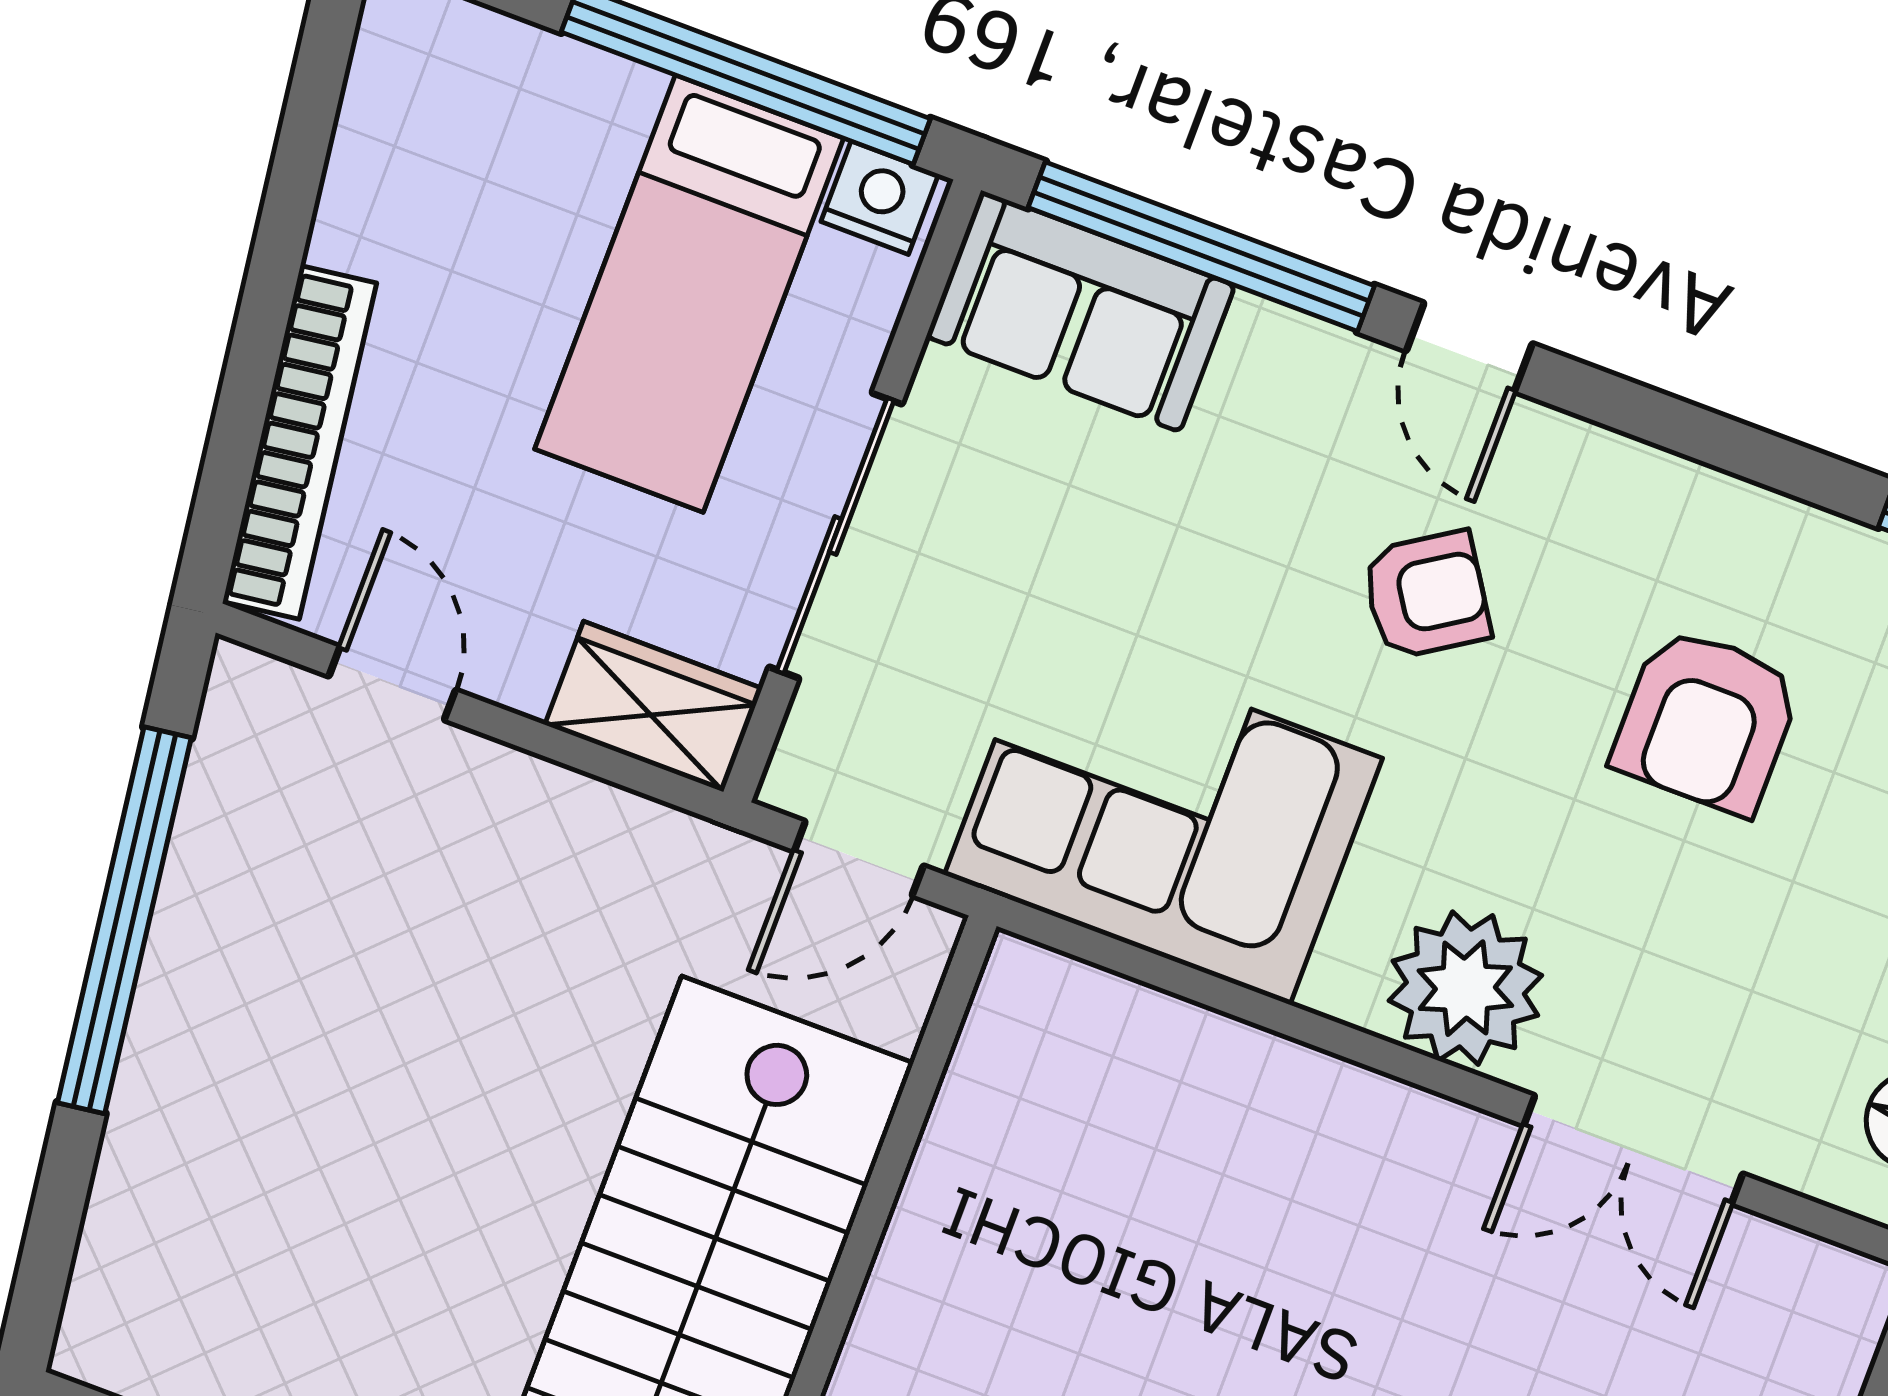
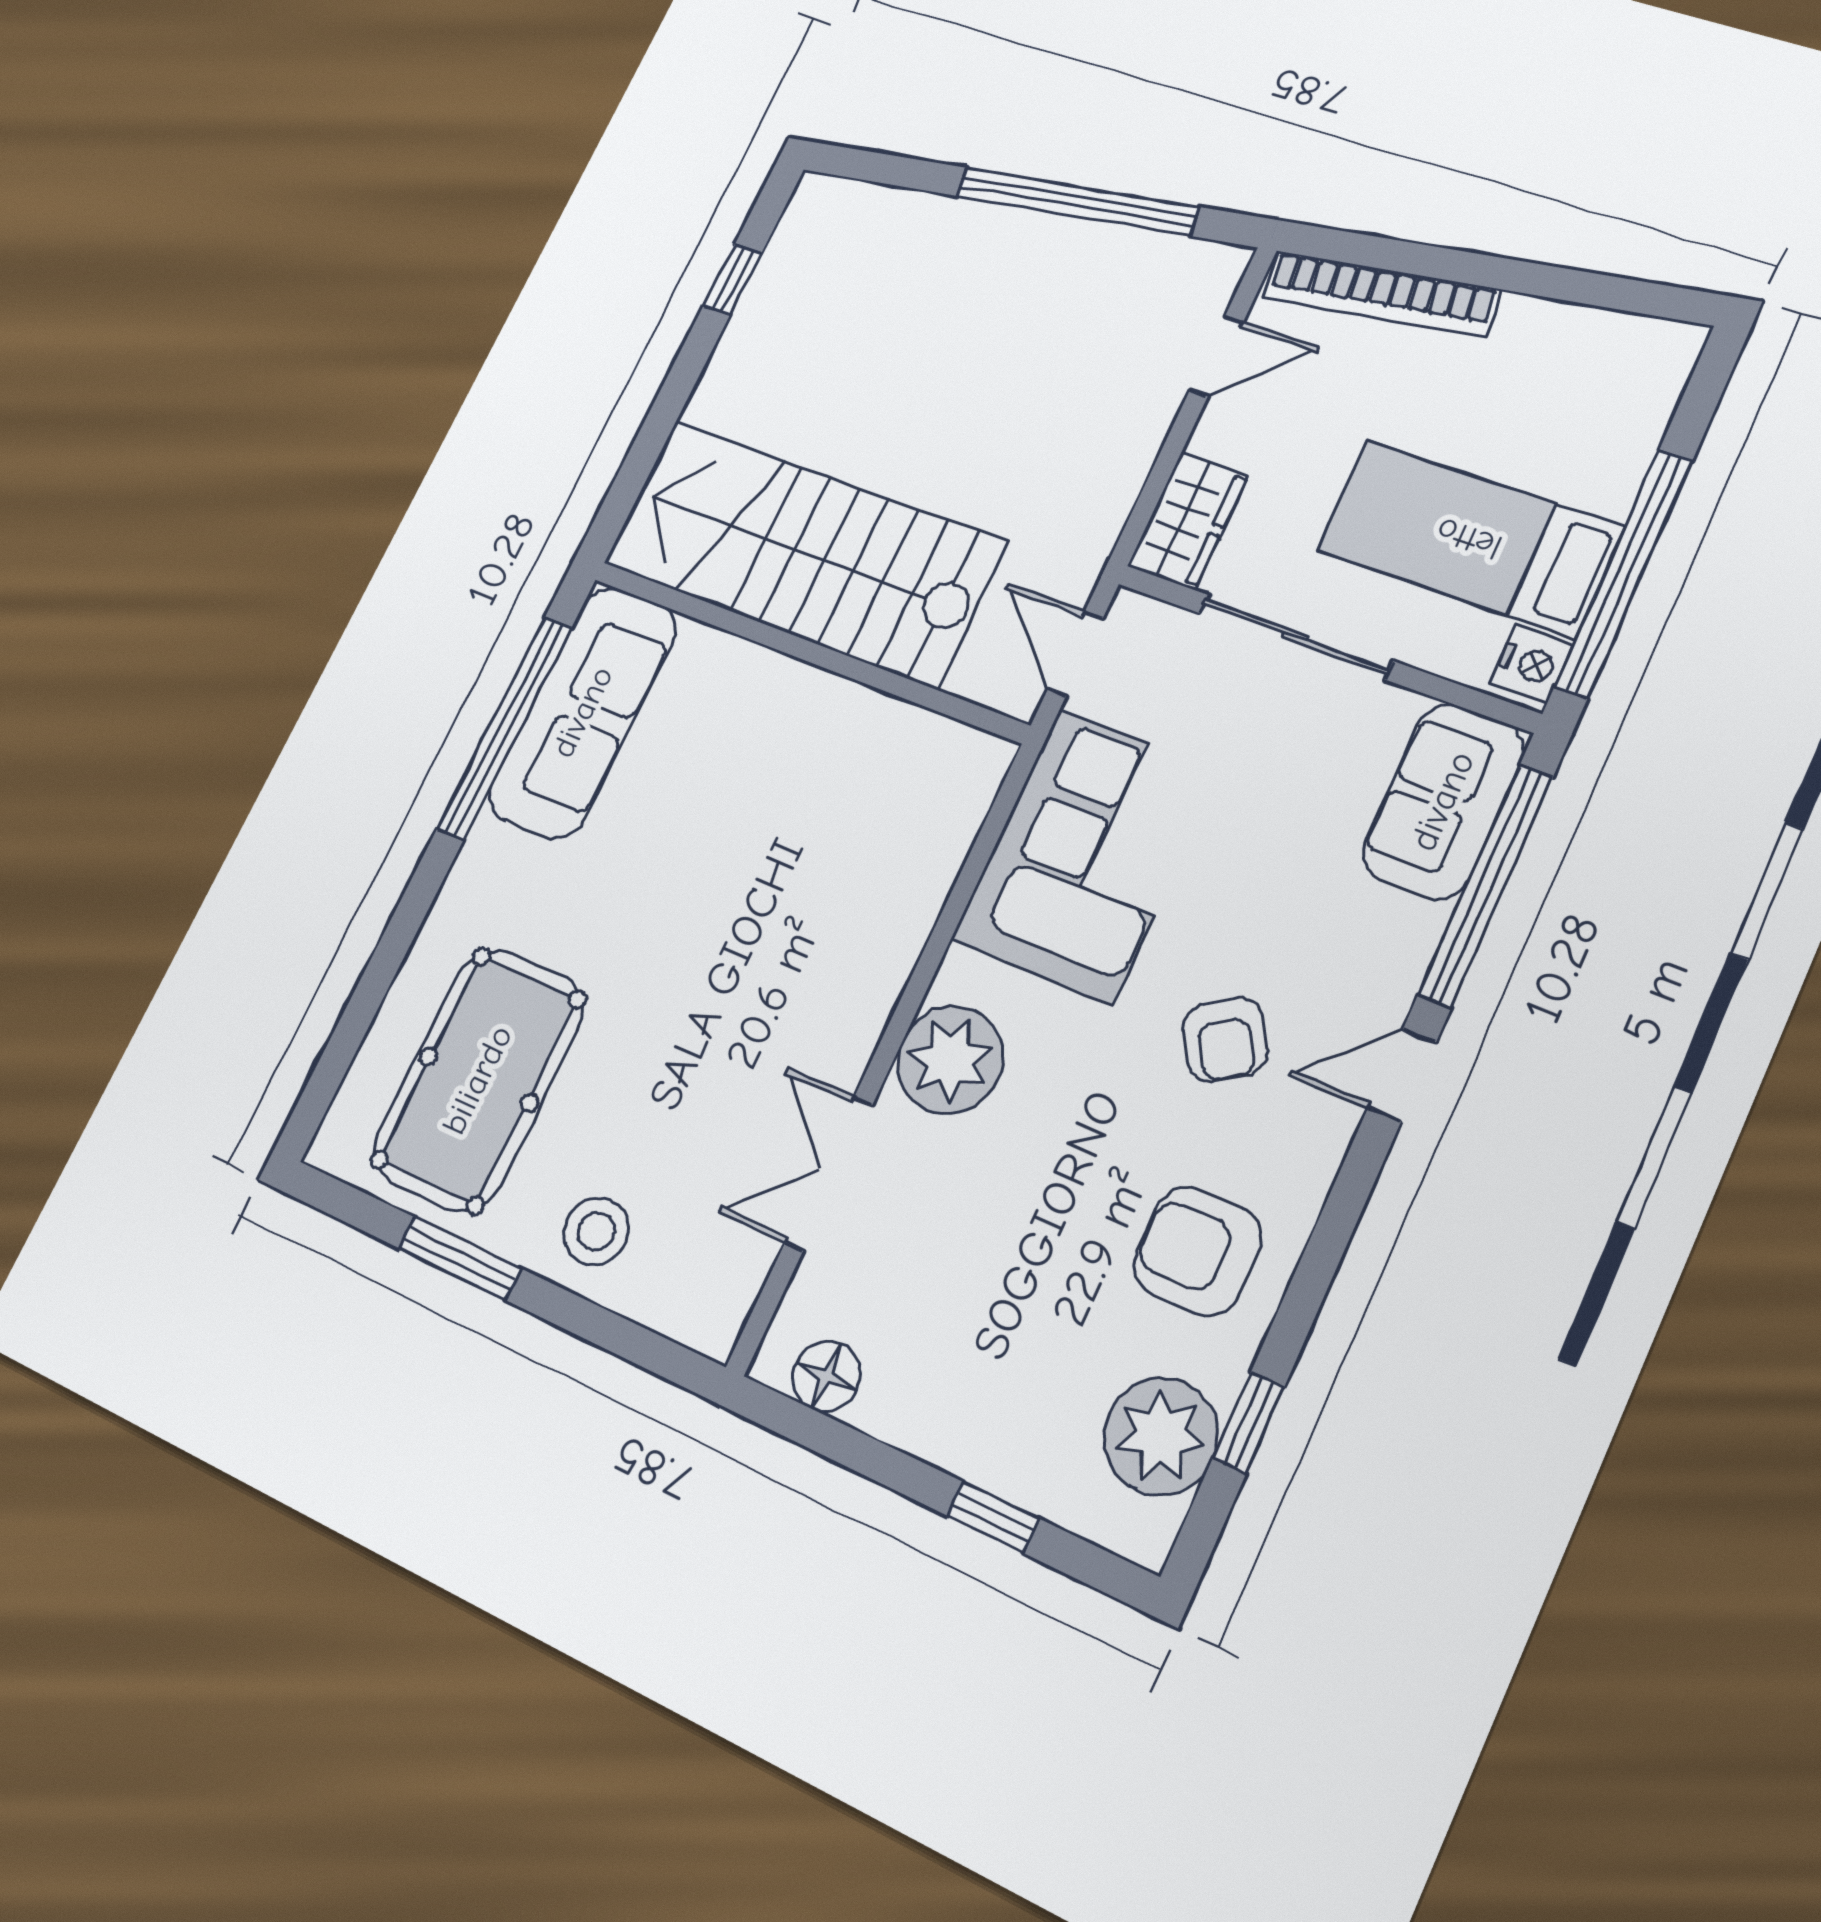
armchair: (1706, 721) -> (1198, 1251), moved

